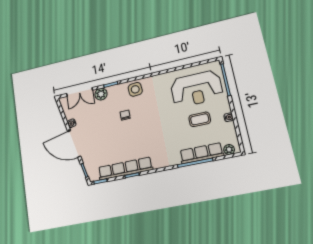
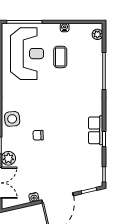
row of seats: (201, 153) -> (96, 63), removed
row of seats: (125, 169) -> (96, 130), width x0.50

